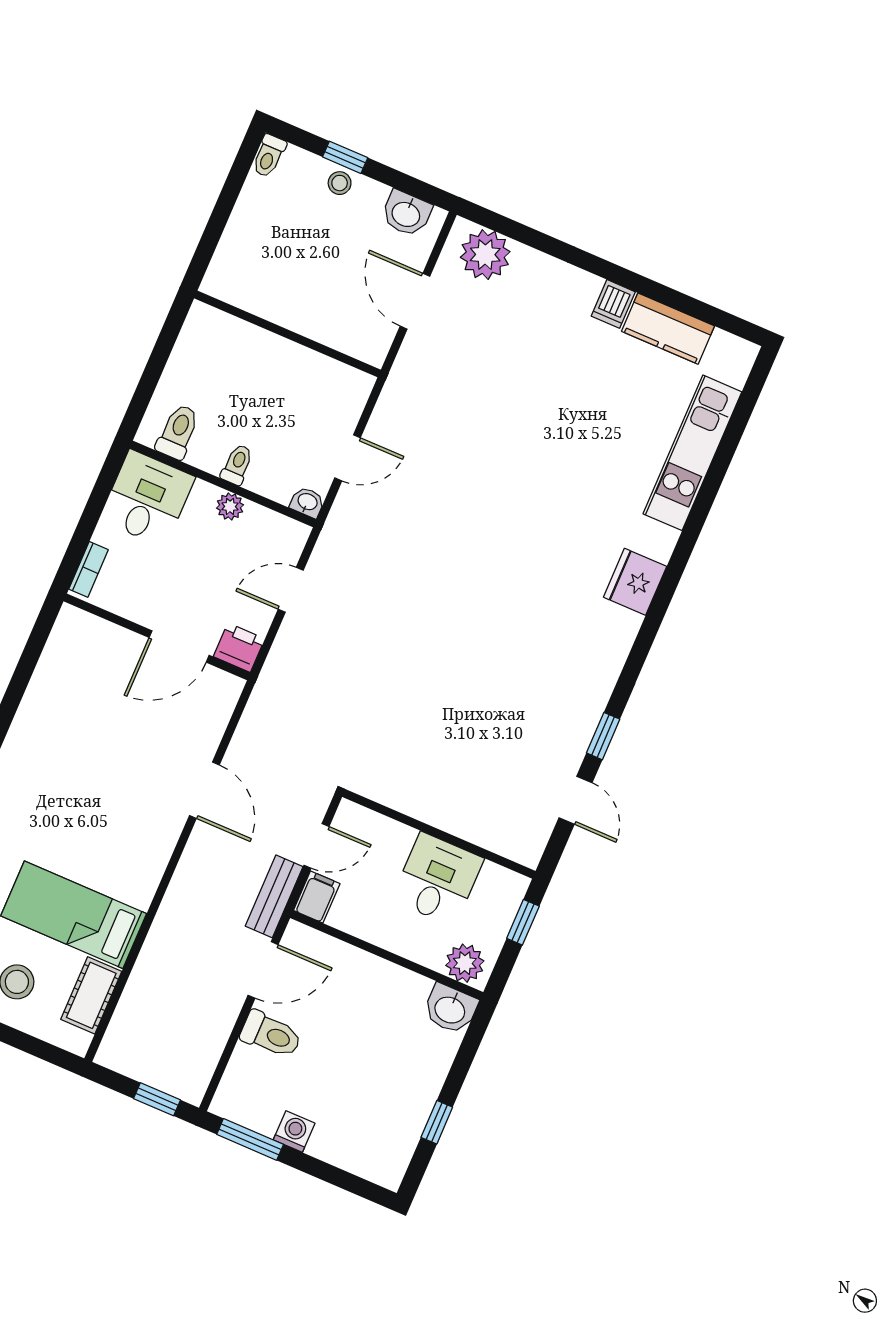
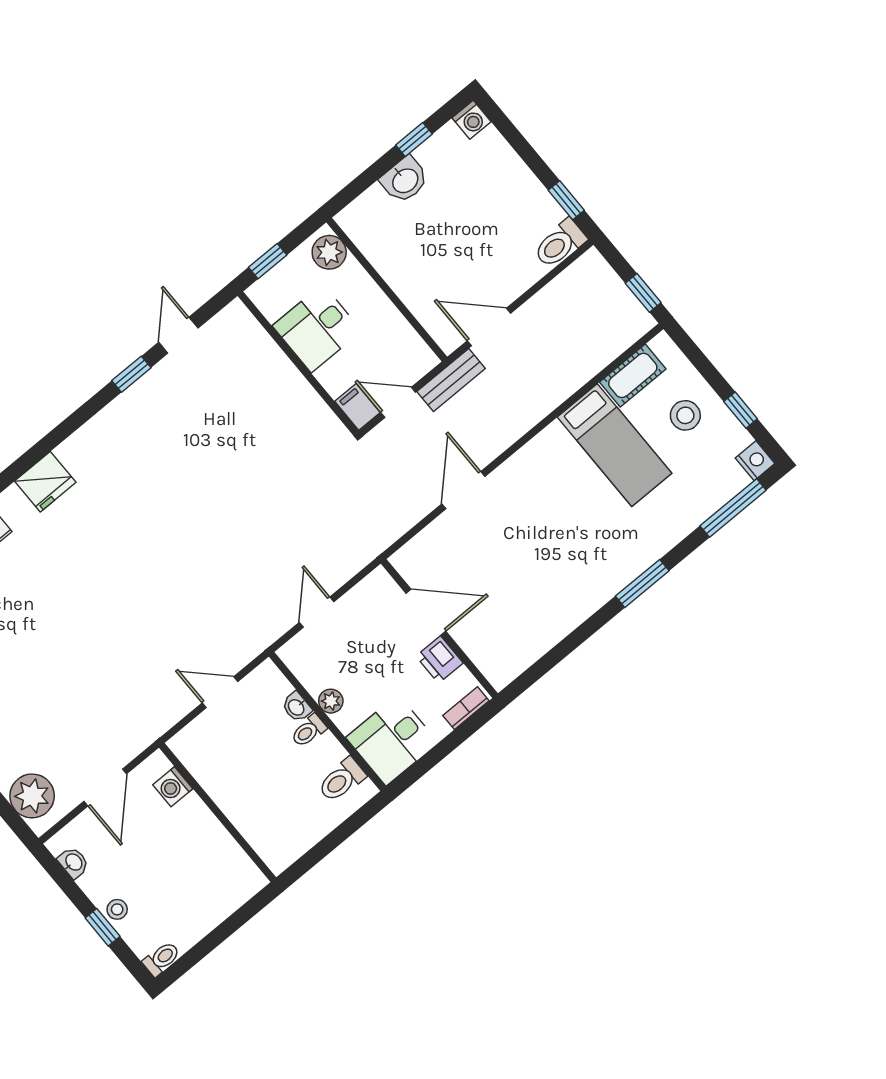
washbasin: (406, 213) -> (73, 863), width x0.72, depth x0.69
washing machine: (347, 337) -> (173, 787), added
washbasin: (307, 502) -> (297, 707), moved
door: (291, 590) -> (317, 612), swing flipped
printer: (239, 648) -> (439, 660), moved
filing cabinet: (317, 897) -> (357, 407), moved, turned 90
washbasin: (450, 1009) -> (405, 180), moved, turned 90
toilet: (271, 1035) -> (560, 244), moved, turned -90
window: (157, 1099) -> (643, 293), moved
washing machine: (294, 1132) -> (471, 120), moved, turned -90
window: (250, 1139) -> (566, 200), width x0.67

